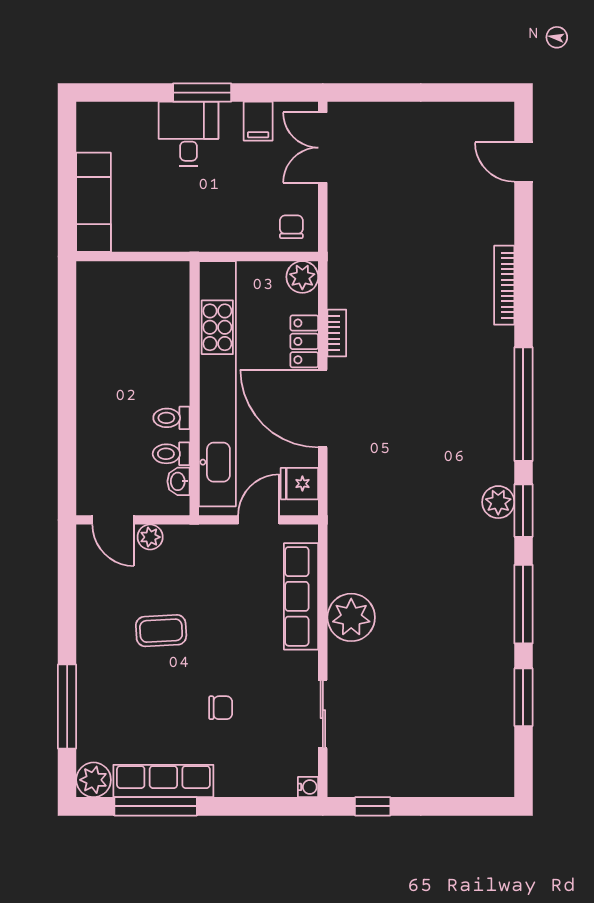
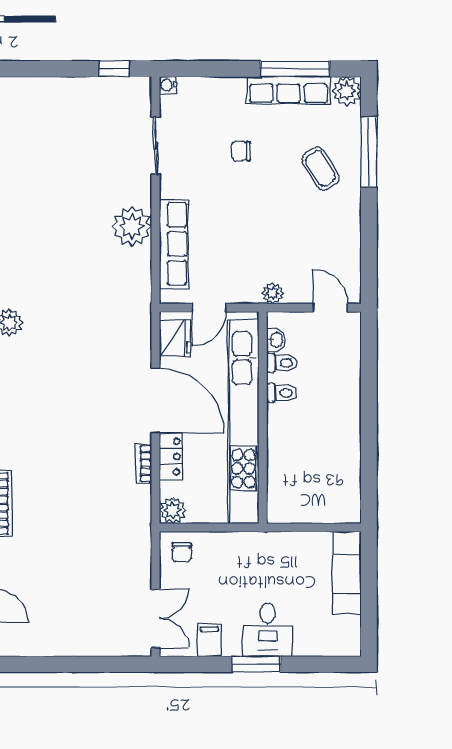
fridge: (299, 484) -> (175, 338), width x1.38
plant: (150, 537) -> (273, 293), moved
coffee table: (161, 631) -> (320, 169), moved, turned 62

